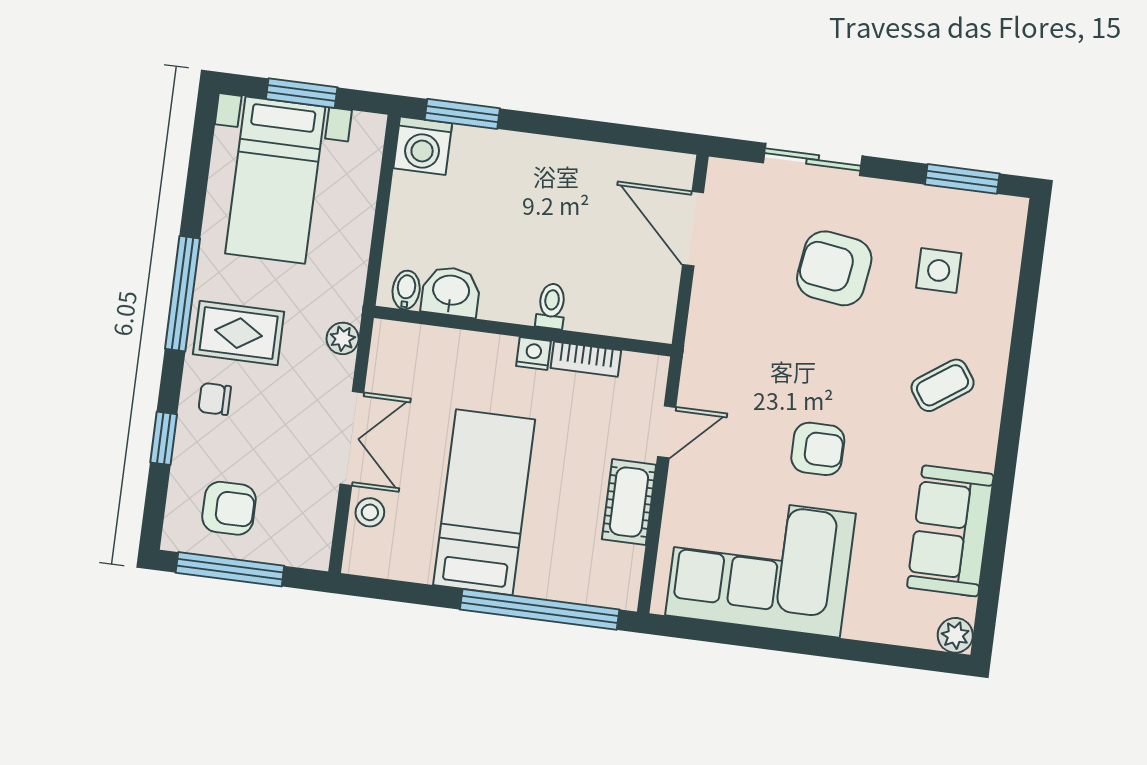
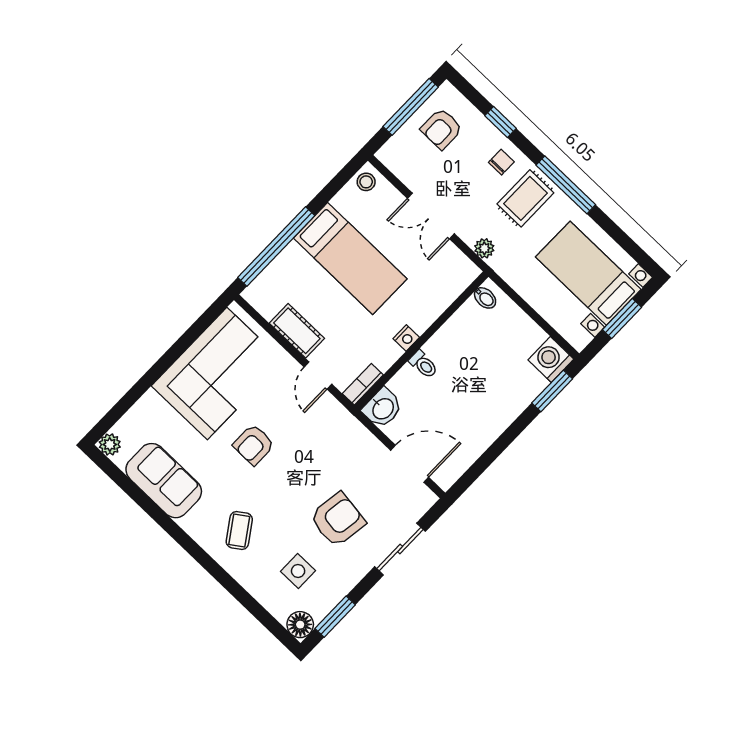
floor lamp: (1006, 216) -> (300, 625), added
washbasin: (451, 292) -> (383, 408), moved
bookcase: (586, 359) -> (363, 384), moved
stool: (370, 512) -> (366, 182), moved

